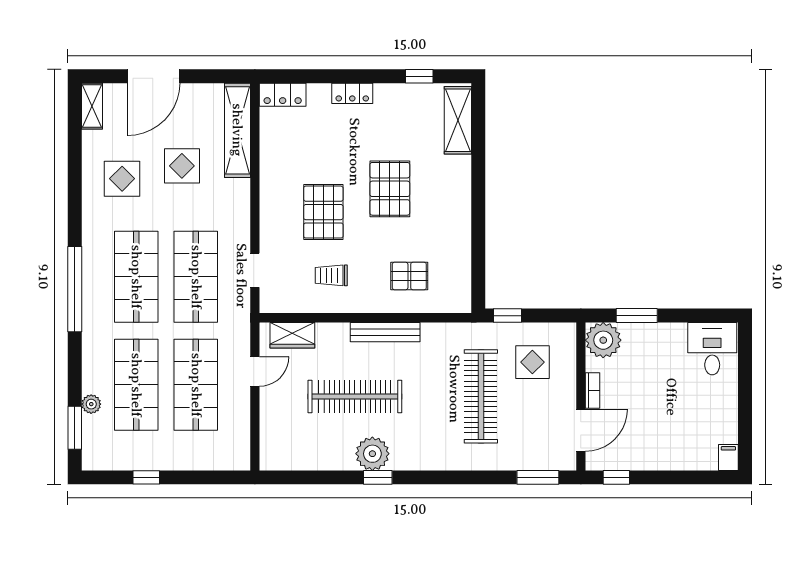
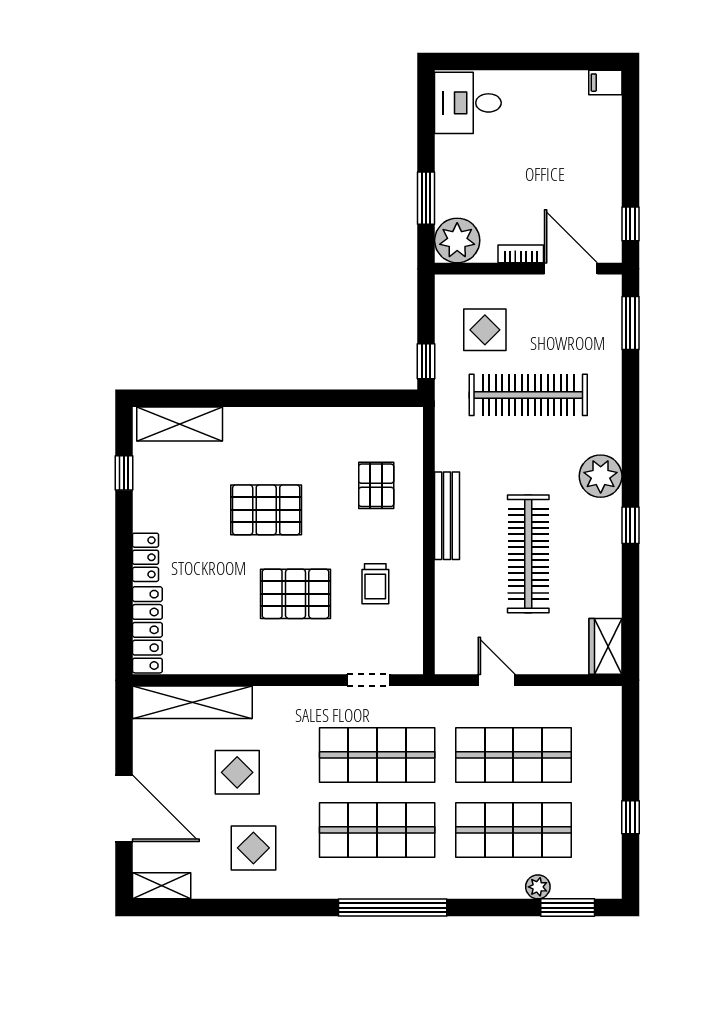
locker: (283, 95) -> (147, 630), width x1.53
wardrobe: (292, 335) -> (606, 646), moved, turned 180
plant: (372, 454) -> (601, 476), moved

